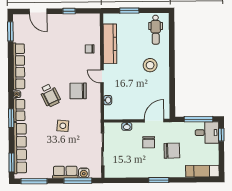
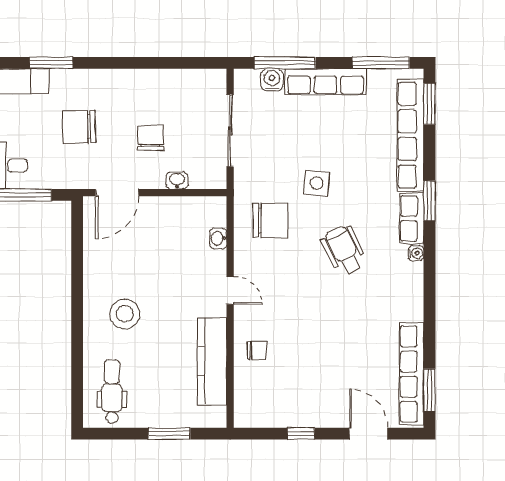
row of seats: (19, 66) -> (412, 374), moved
chair: (78, 91) -> (270, 220), moved
chair: (149, 142) -> (151, 138), moved
row of seats: (65, 172) -> (325, 82), width x1.48
window: (159, 180) -> (51, 63), moved

